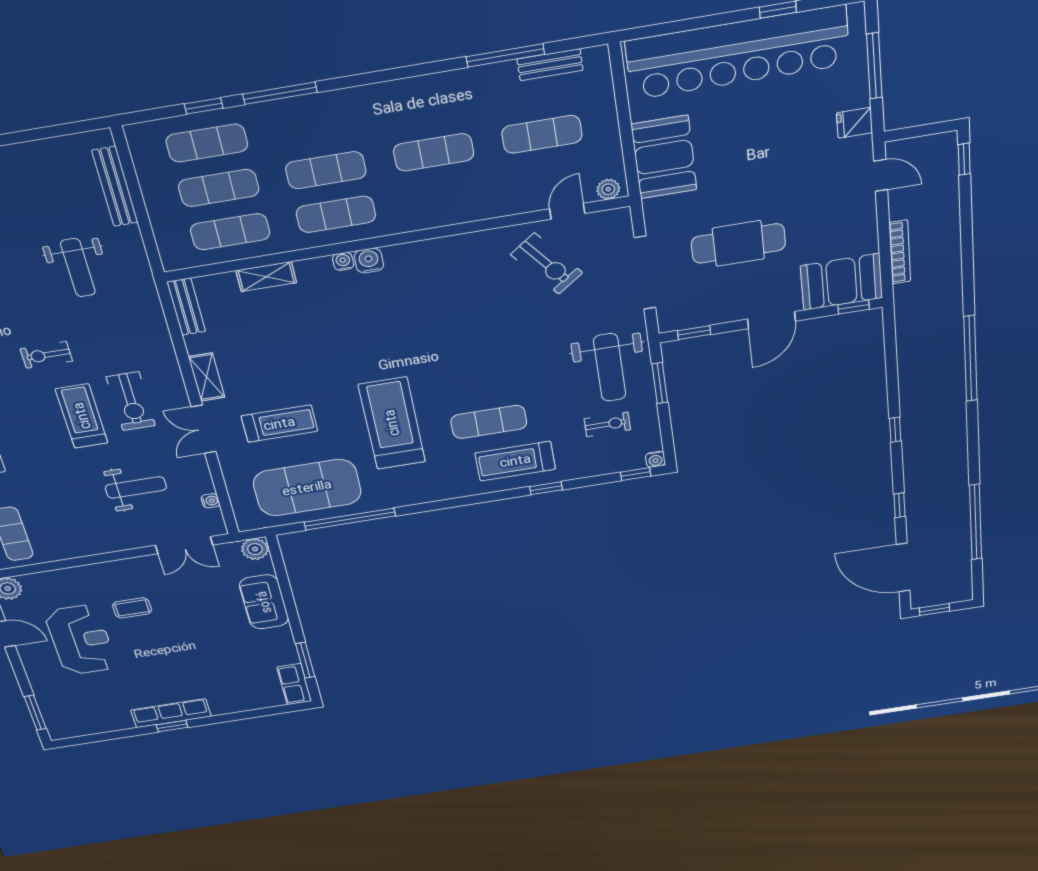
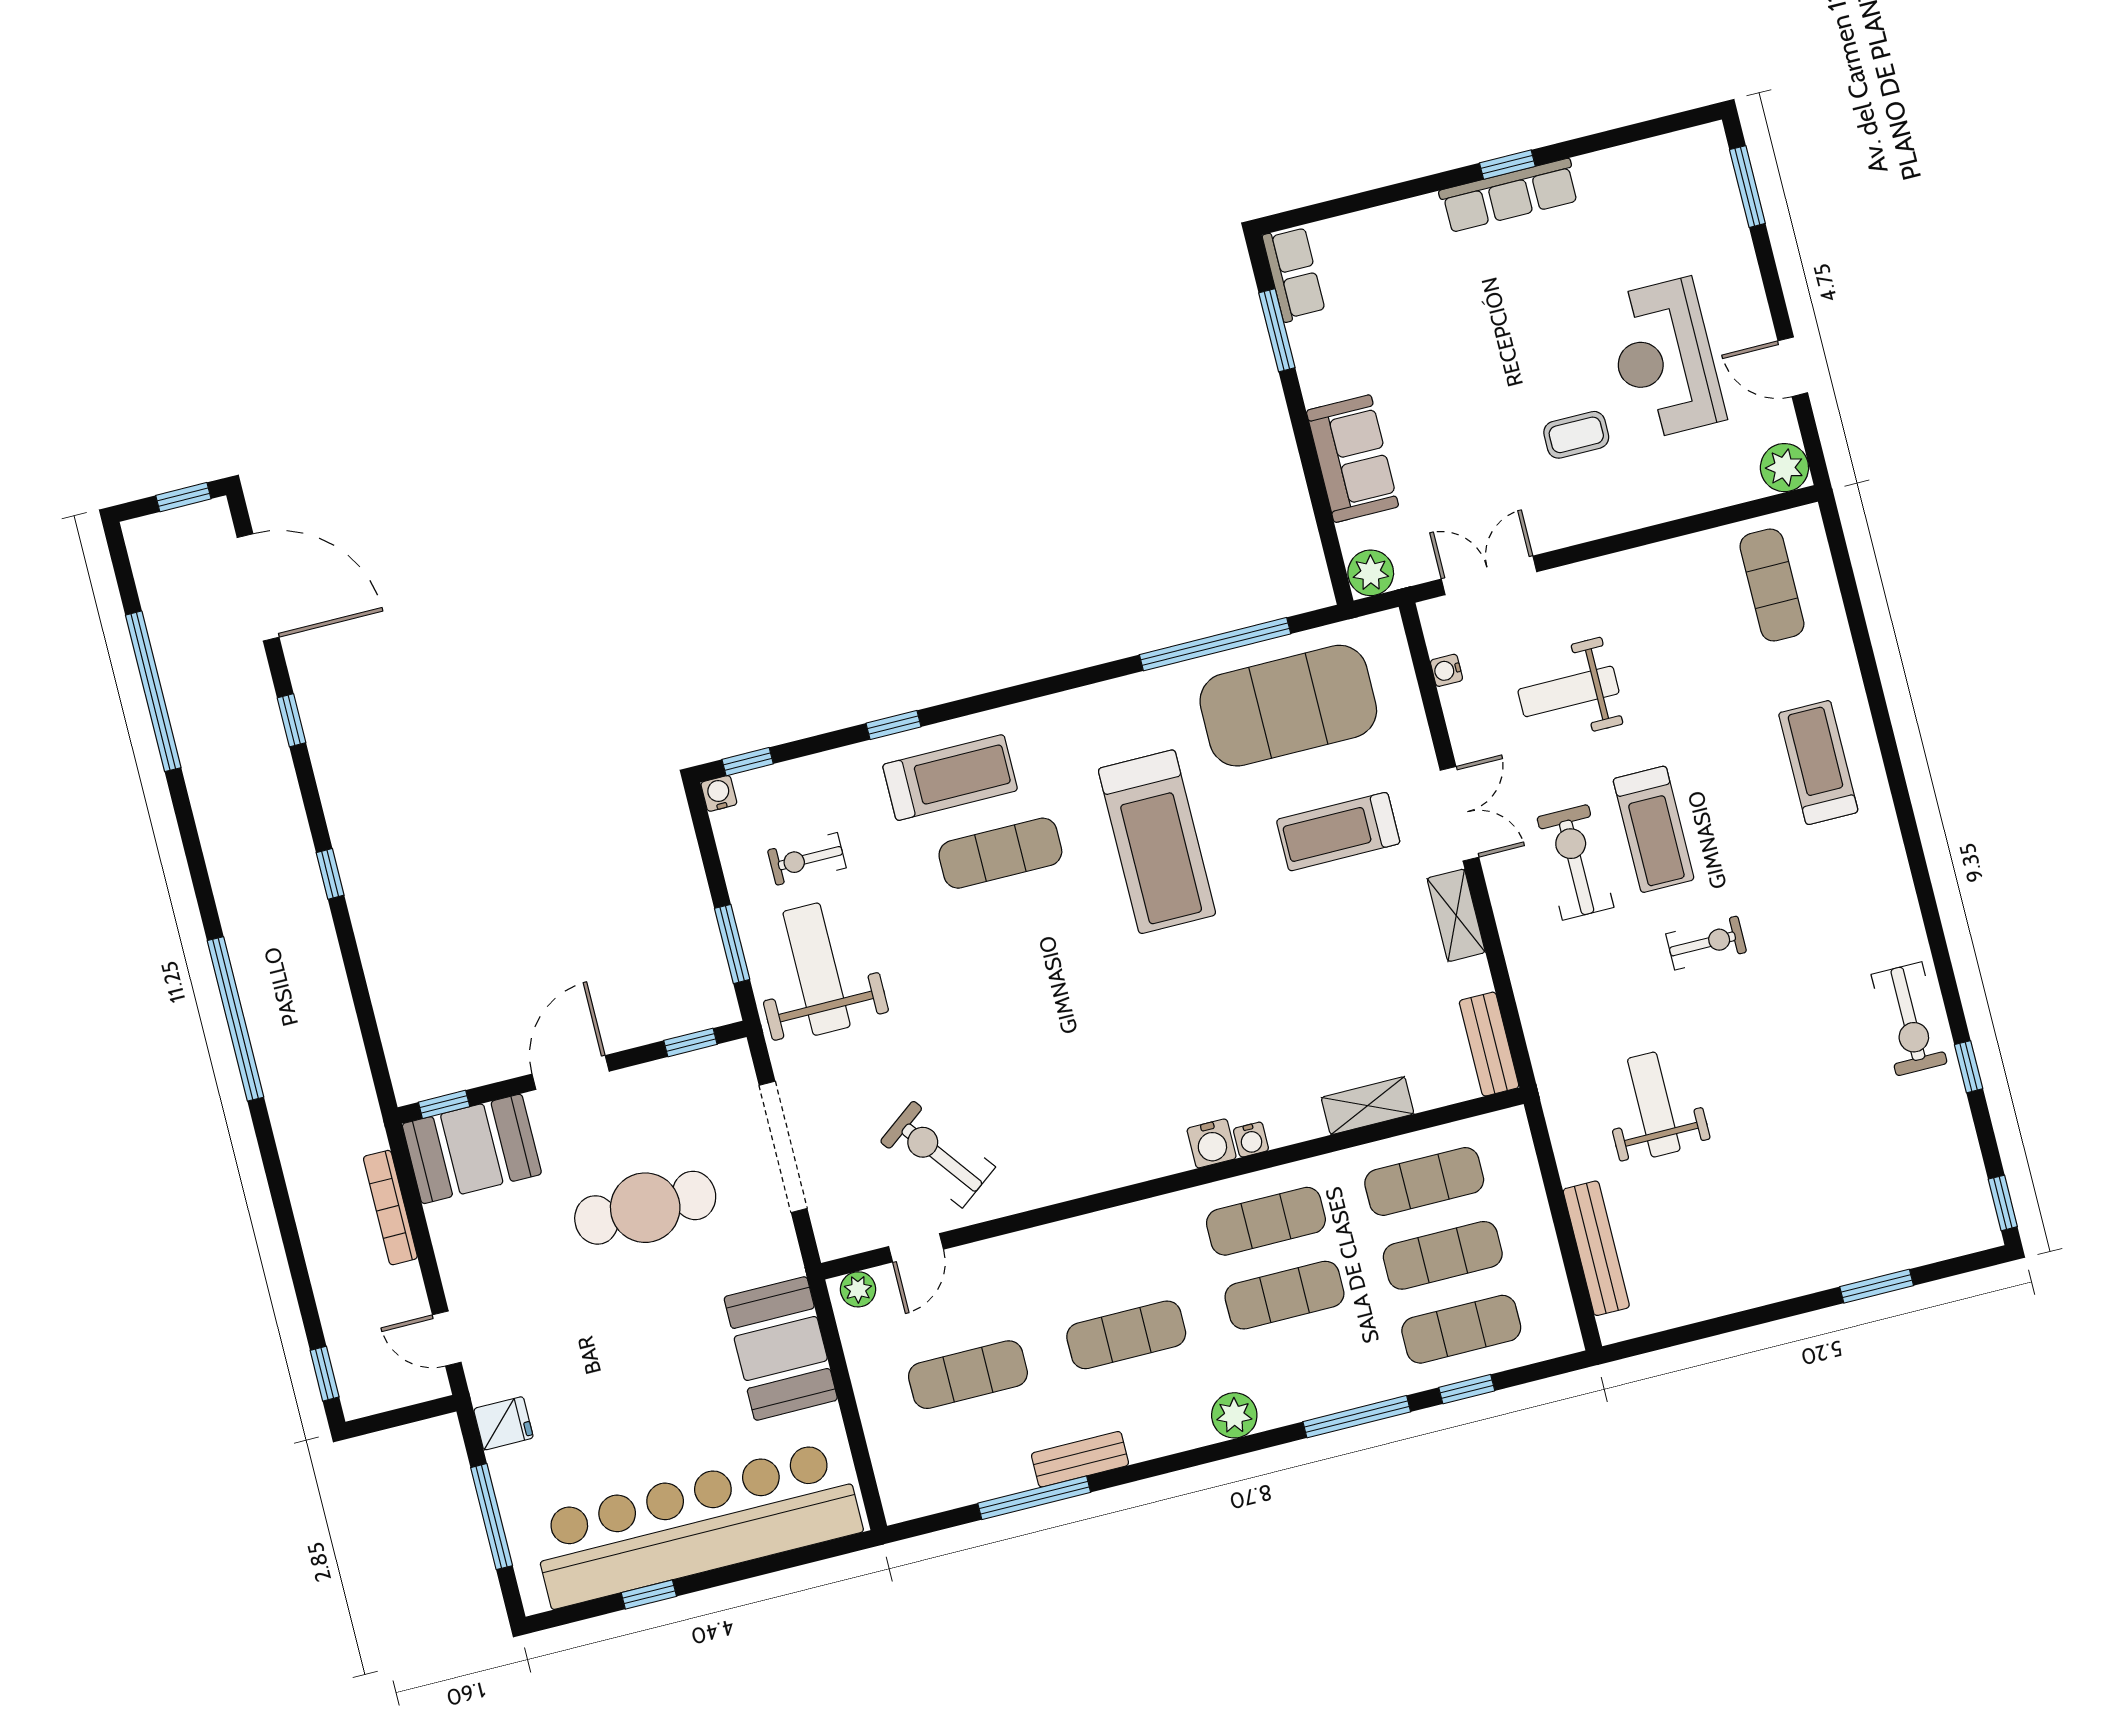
bench: (550, 65) -> (1080, 1459), moved
plant: (364, 99) -> (1234, 1415), added

